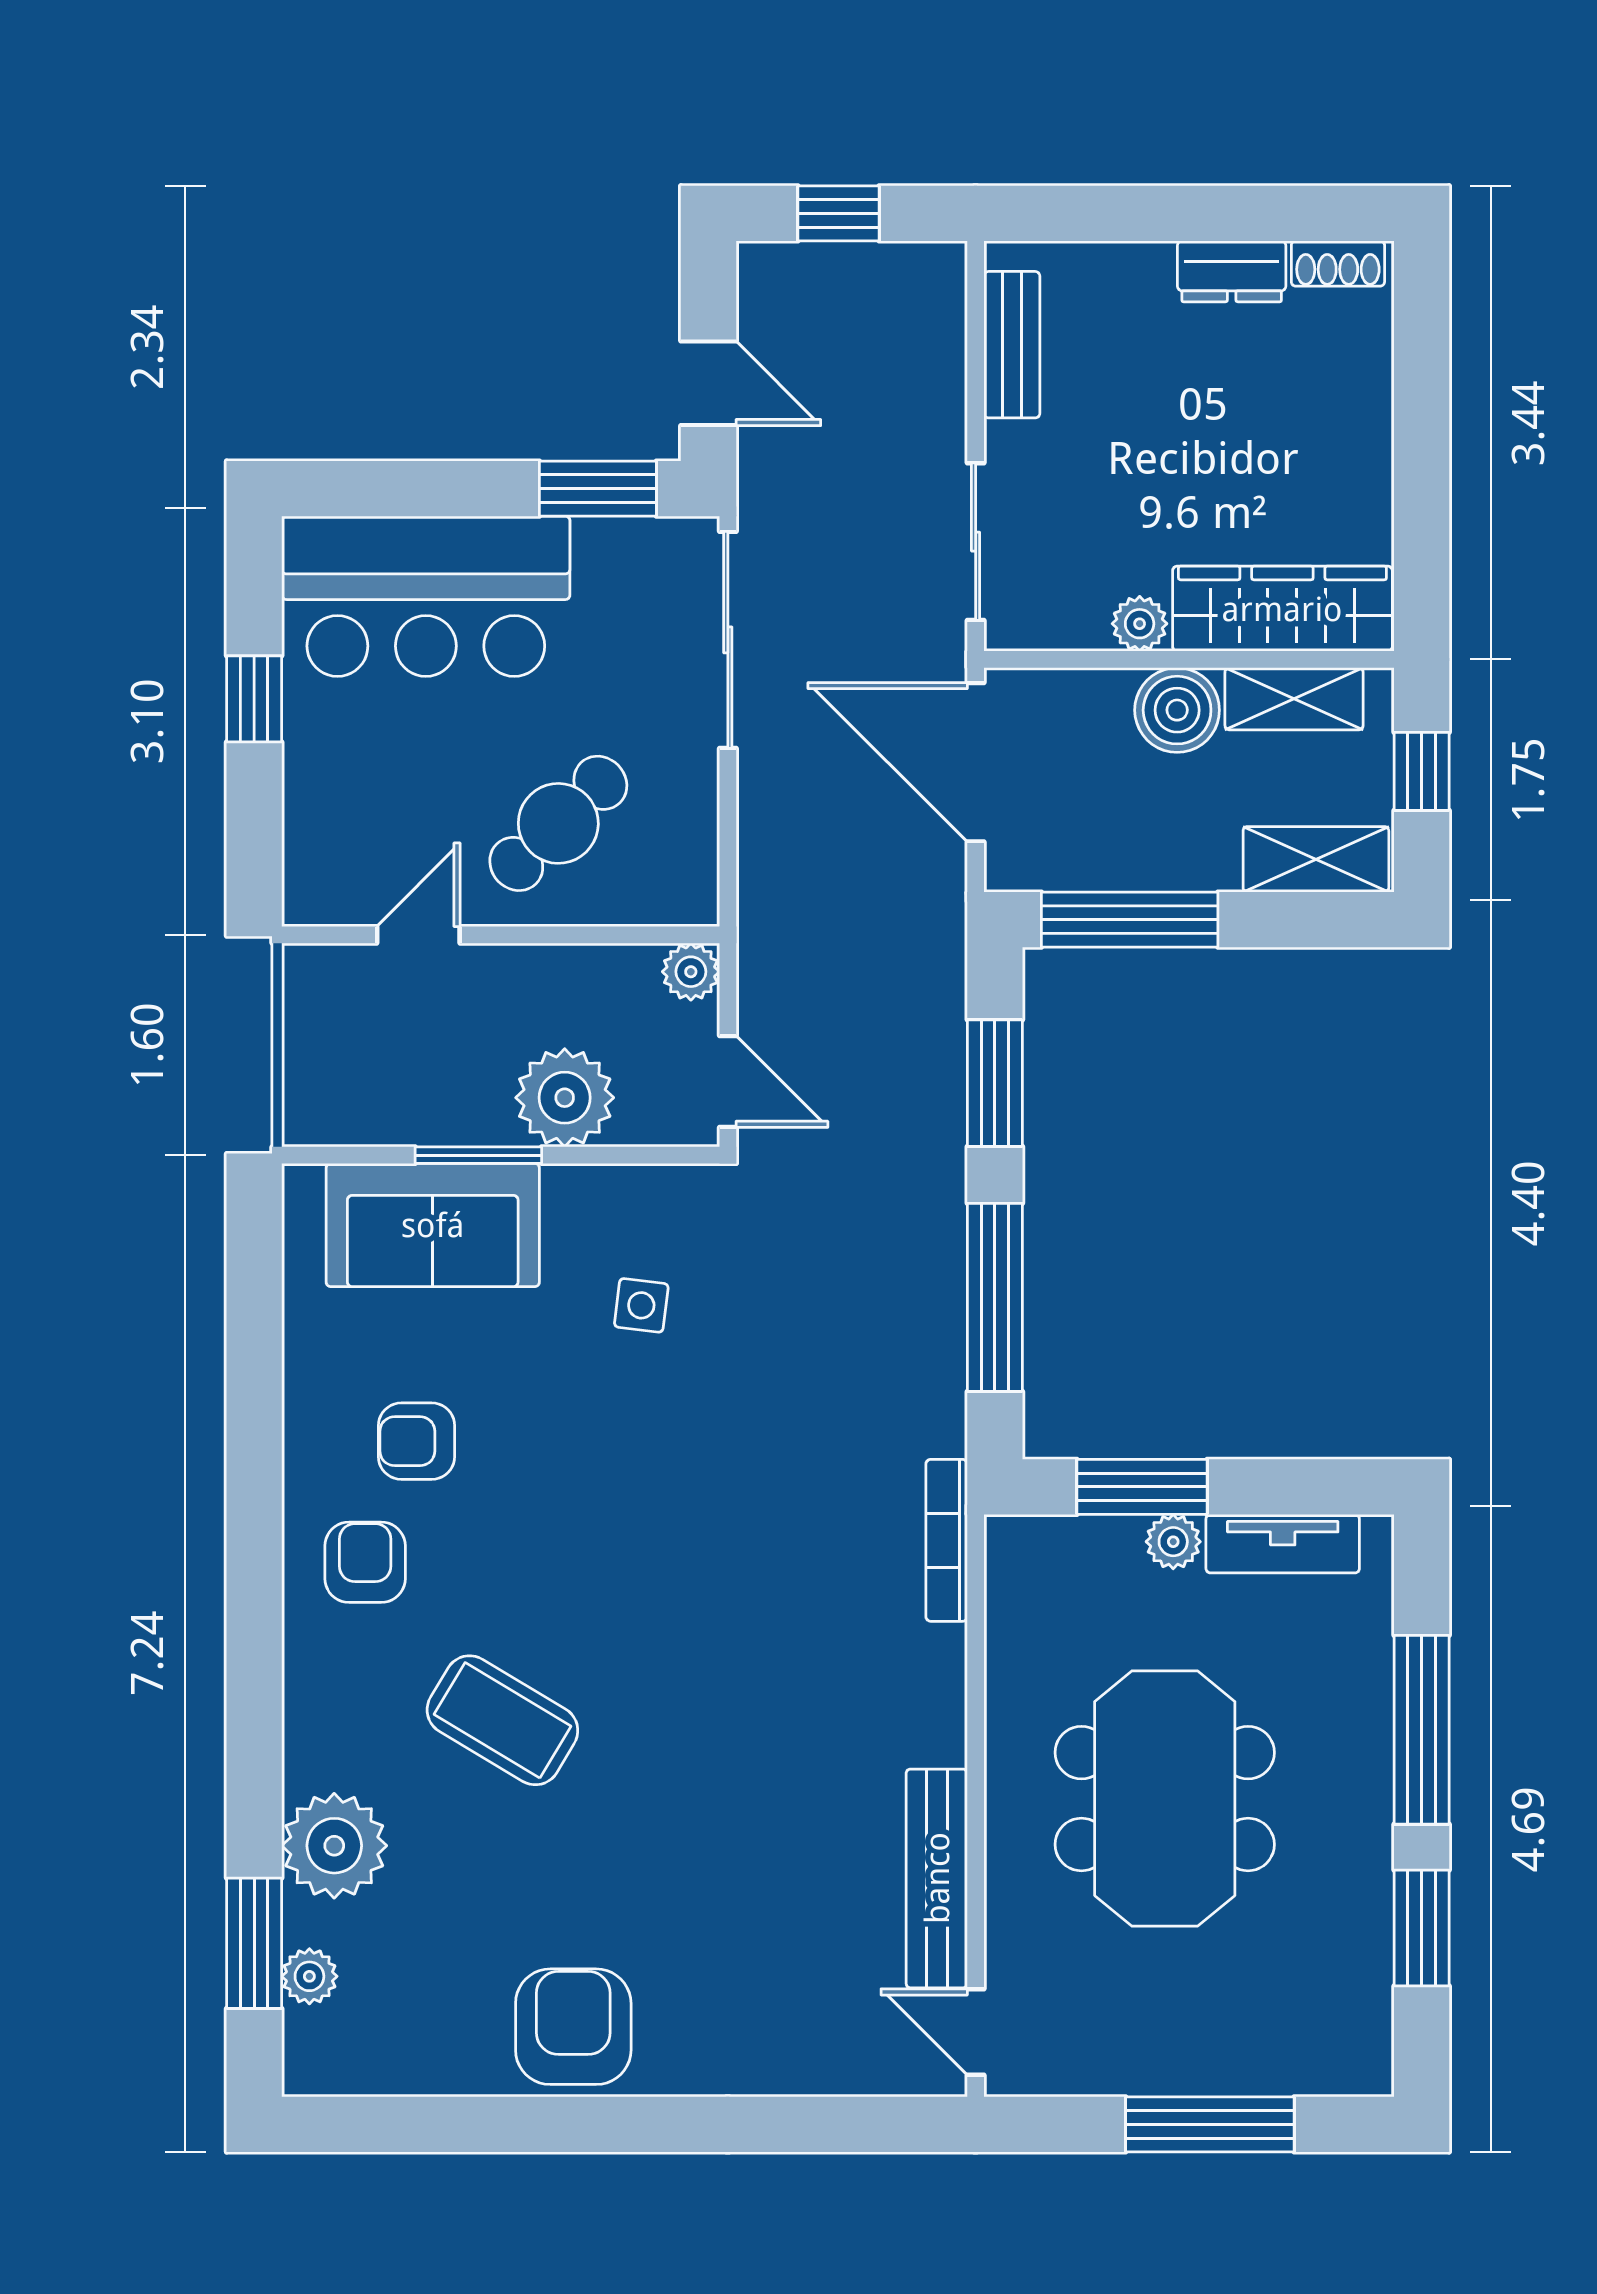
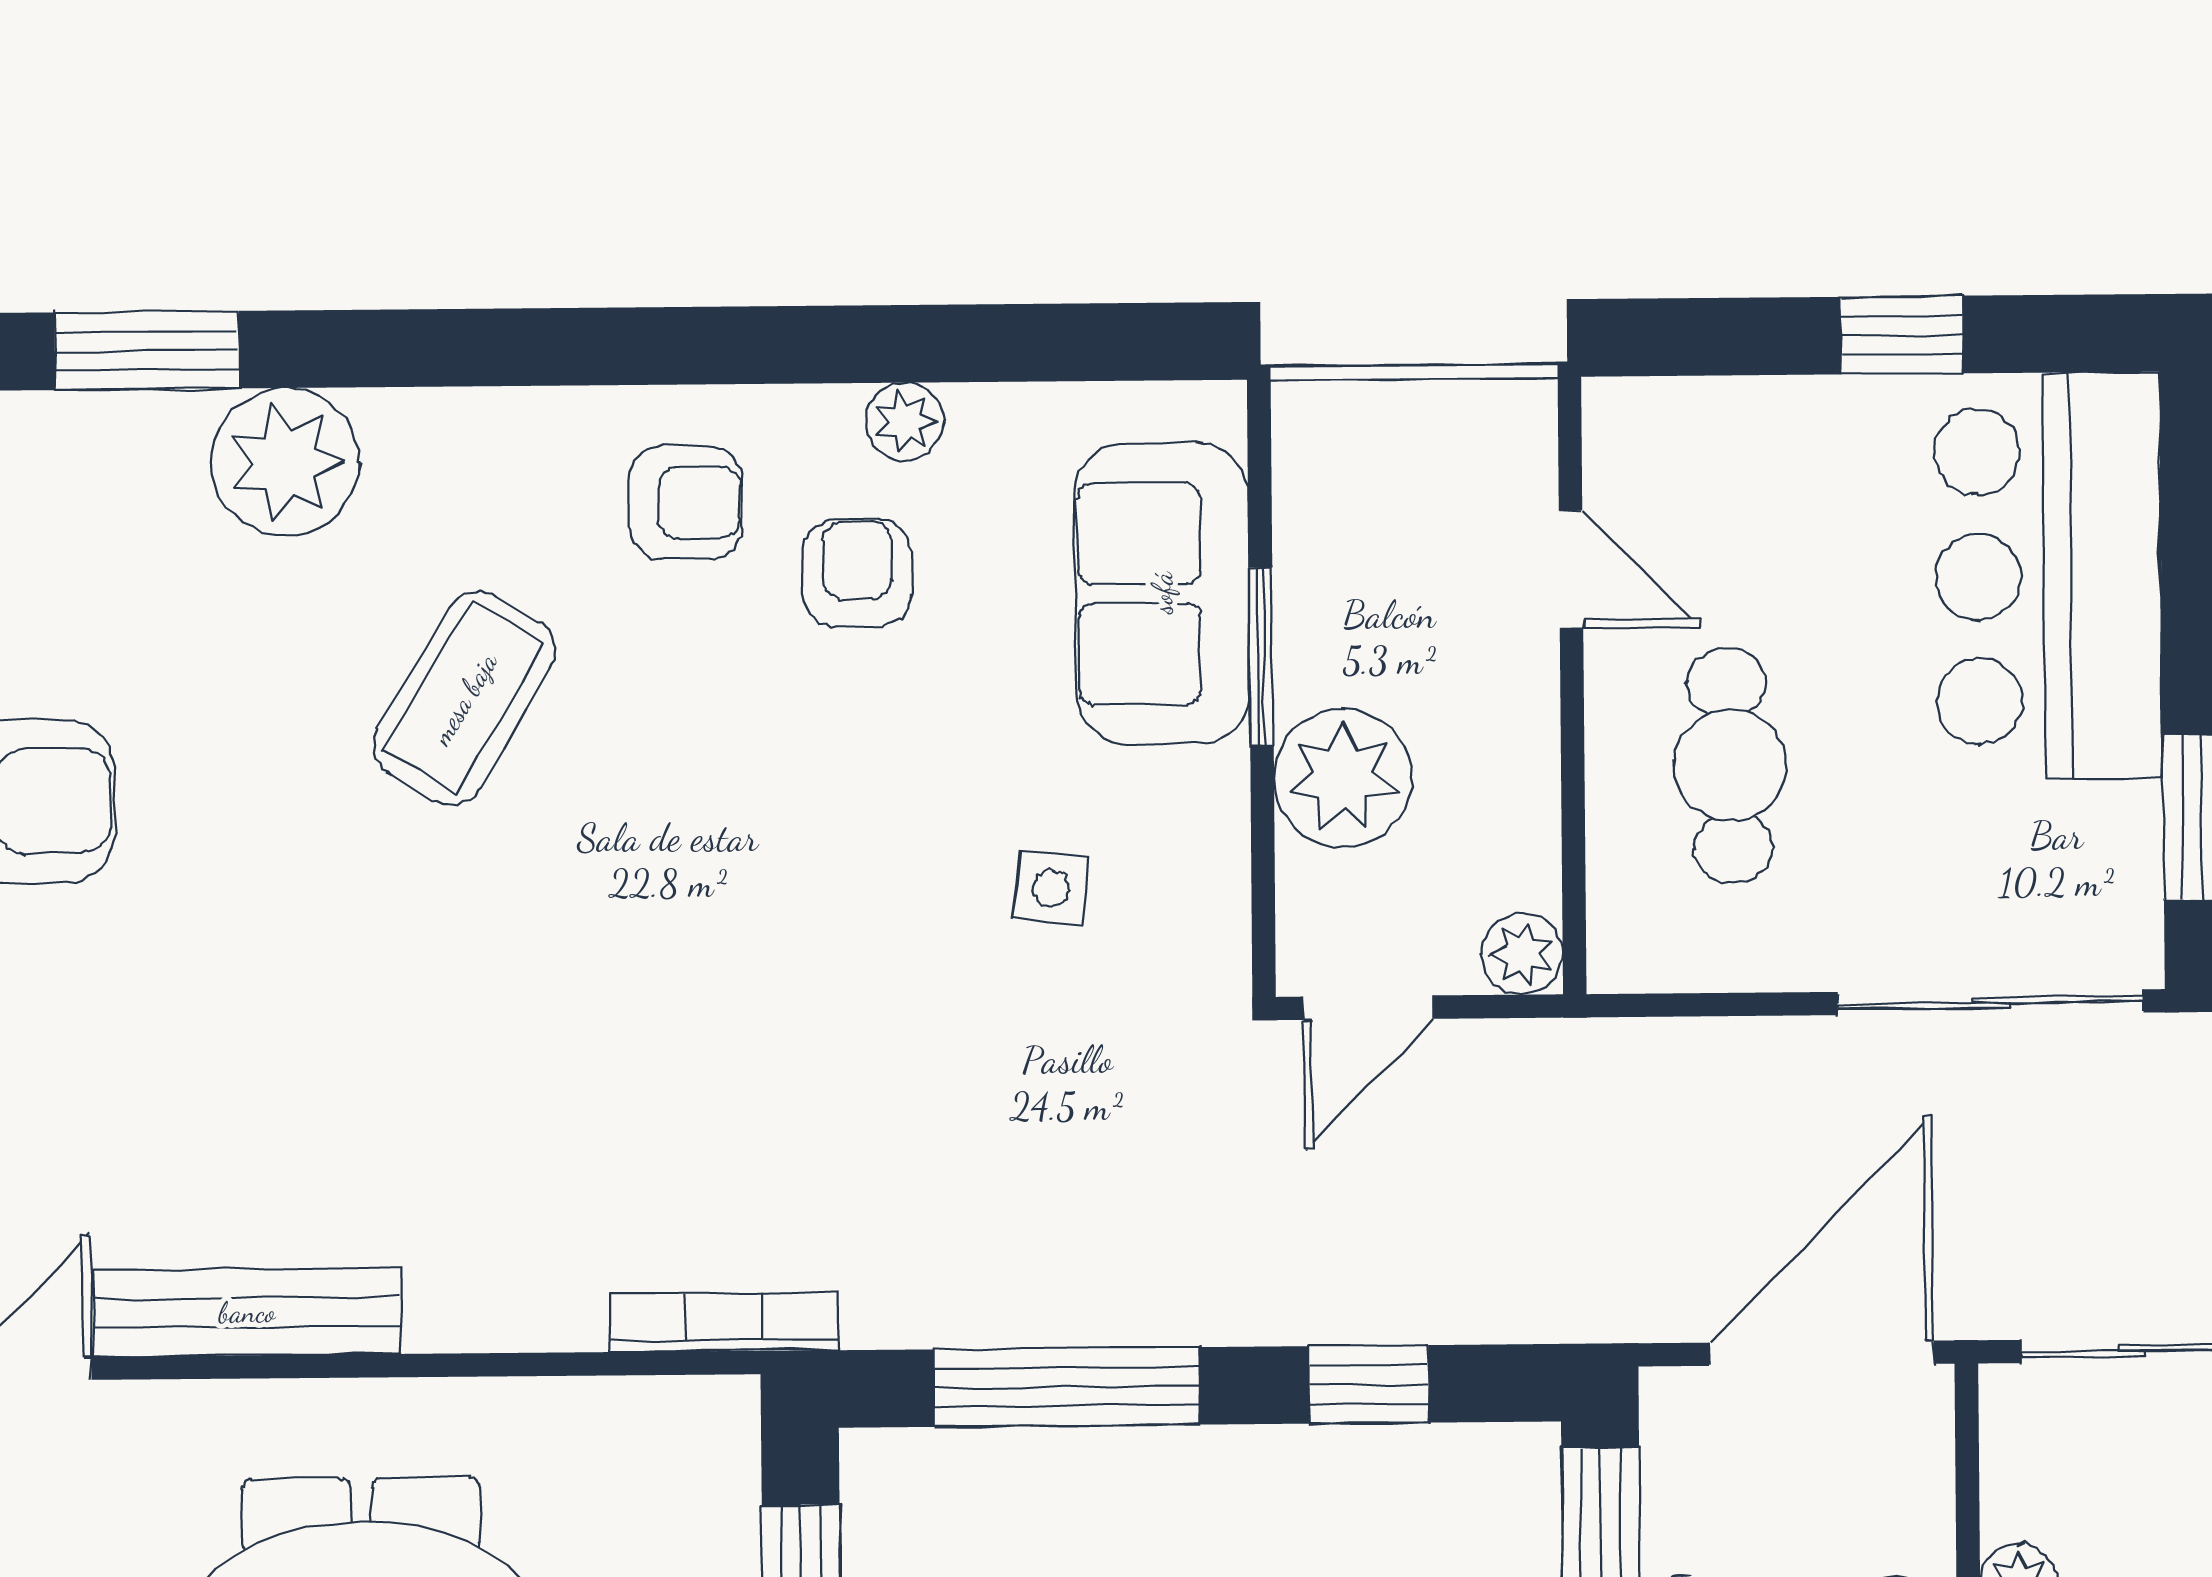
cafe table: (558, 823) -> (1730, 766), turned 42
window: (995, 1083) -> (1369, 1384), width x0.67
plant: (309, 1976) -> (905, 422), moved

